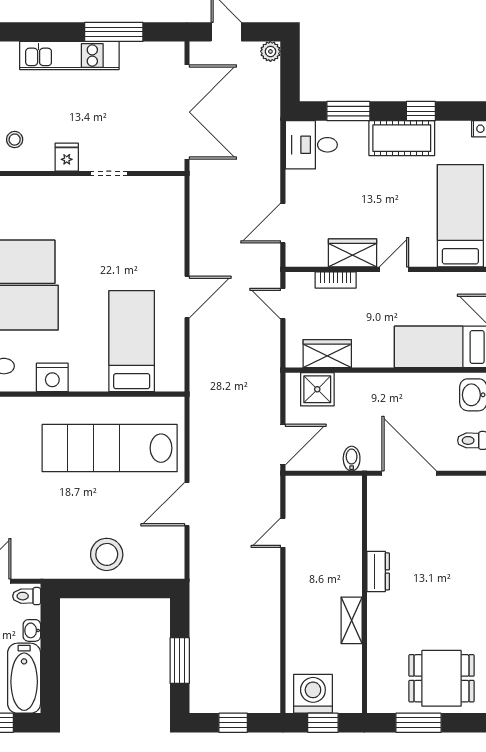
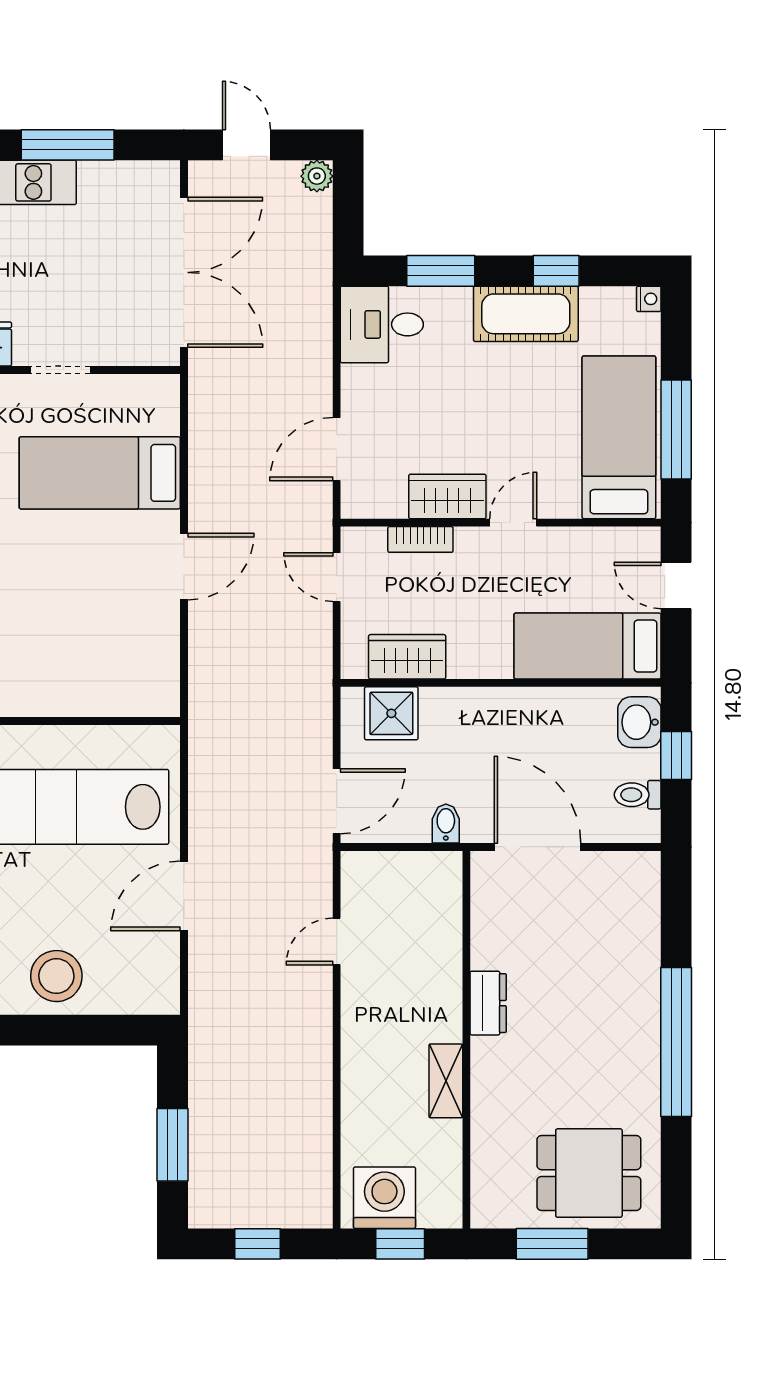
bed: (132, 341) -> (100, 473), moved, turned -90

